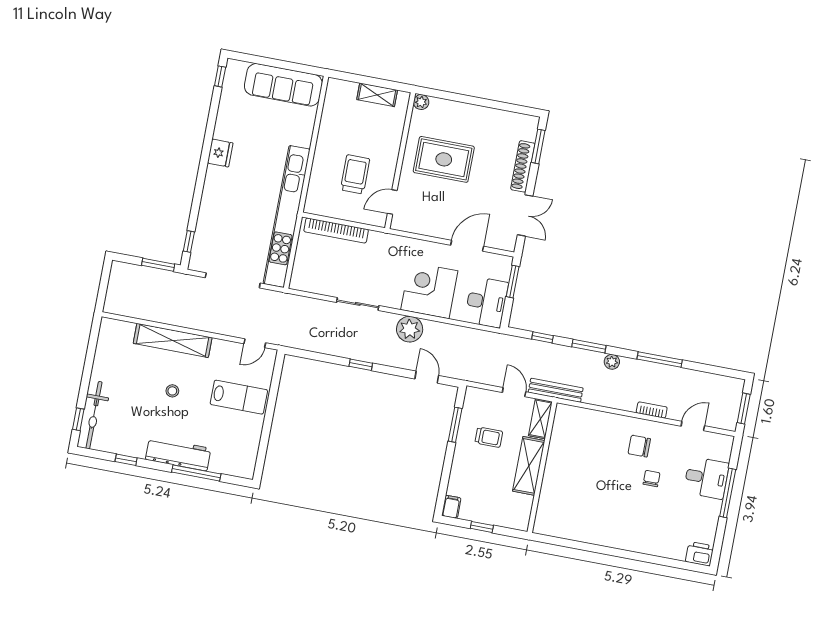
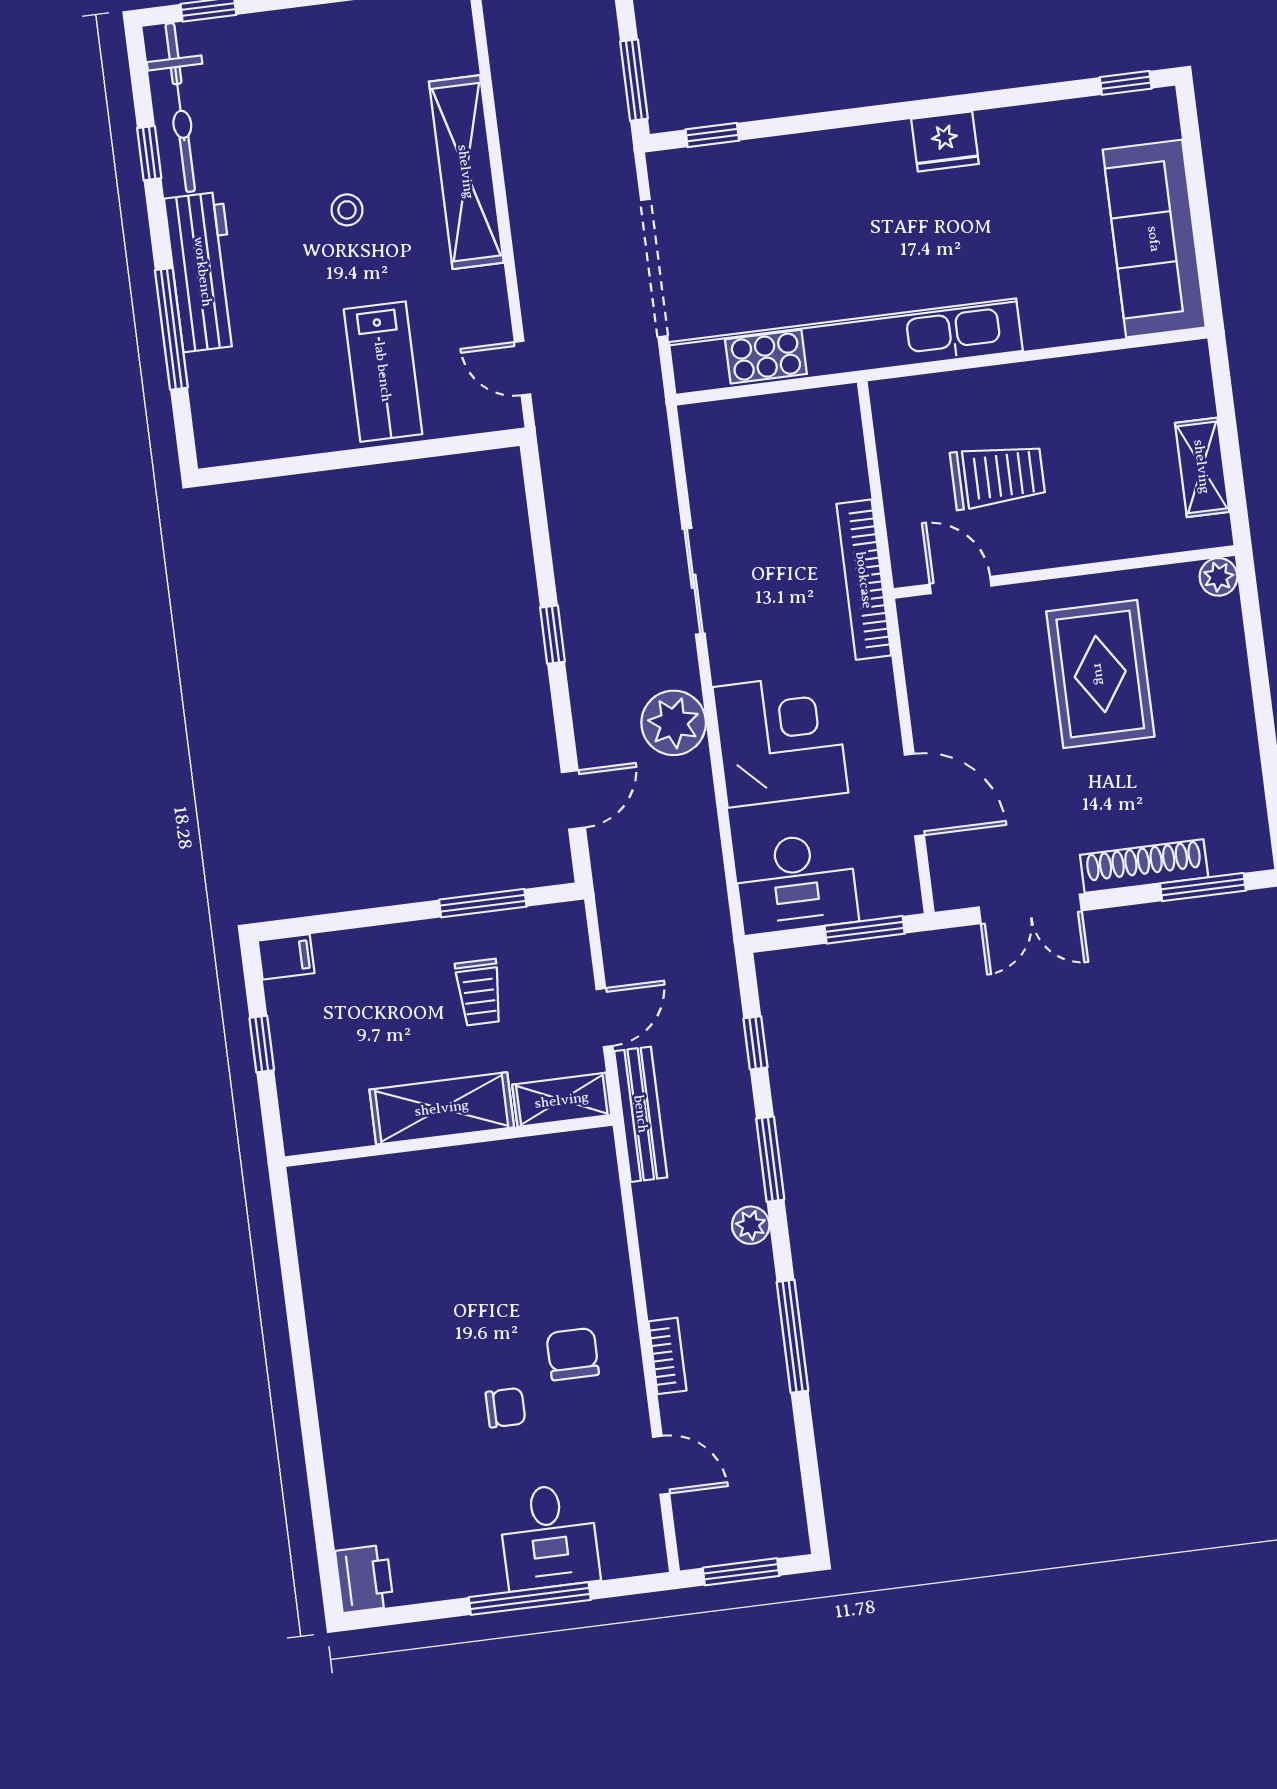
bookcase: (336, 230) -> (864, 580), moved
bicycle: (94, 415) -> (180, 108), moved, turned -90

